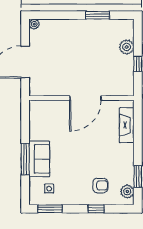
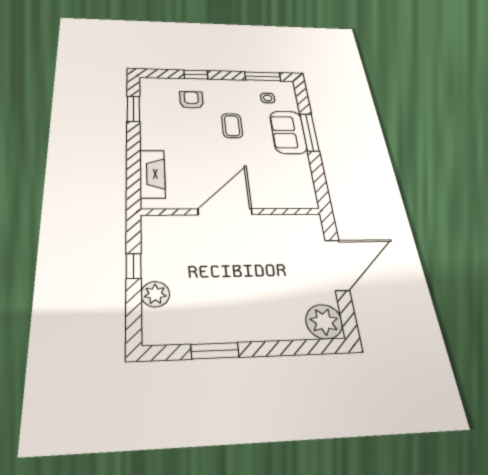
plant: (34, 24) -> (324, 322), width x1.88, depth x1.88
coffee table: (75, 164) -> (232, 126), added
armchair: (100, 185) -> (191, 100), turned 90
plant: (127, 191) -> (150, 92), removed

